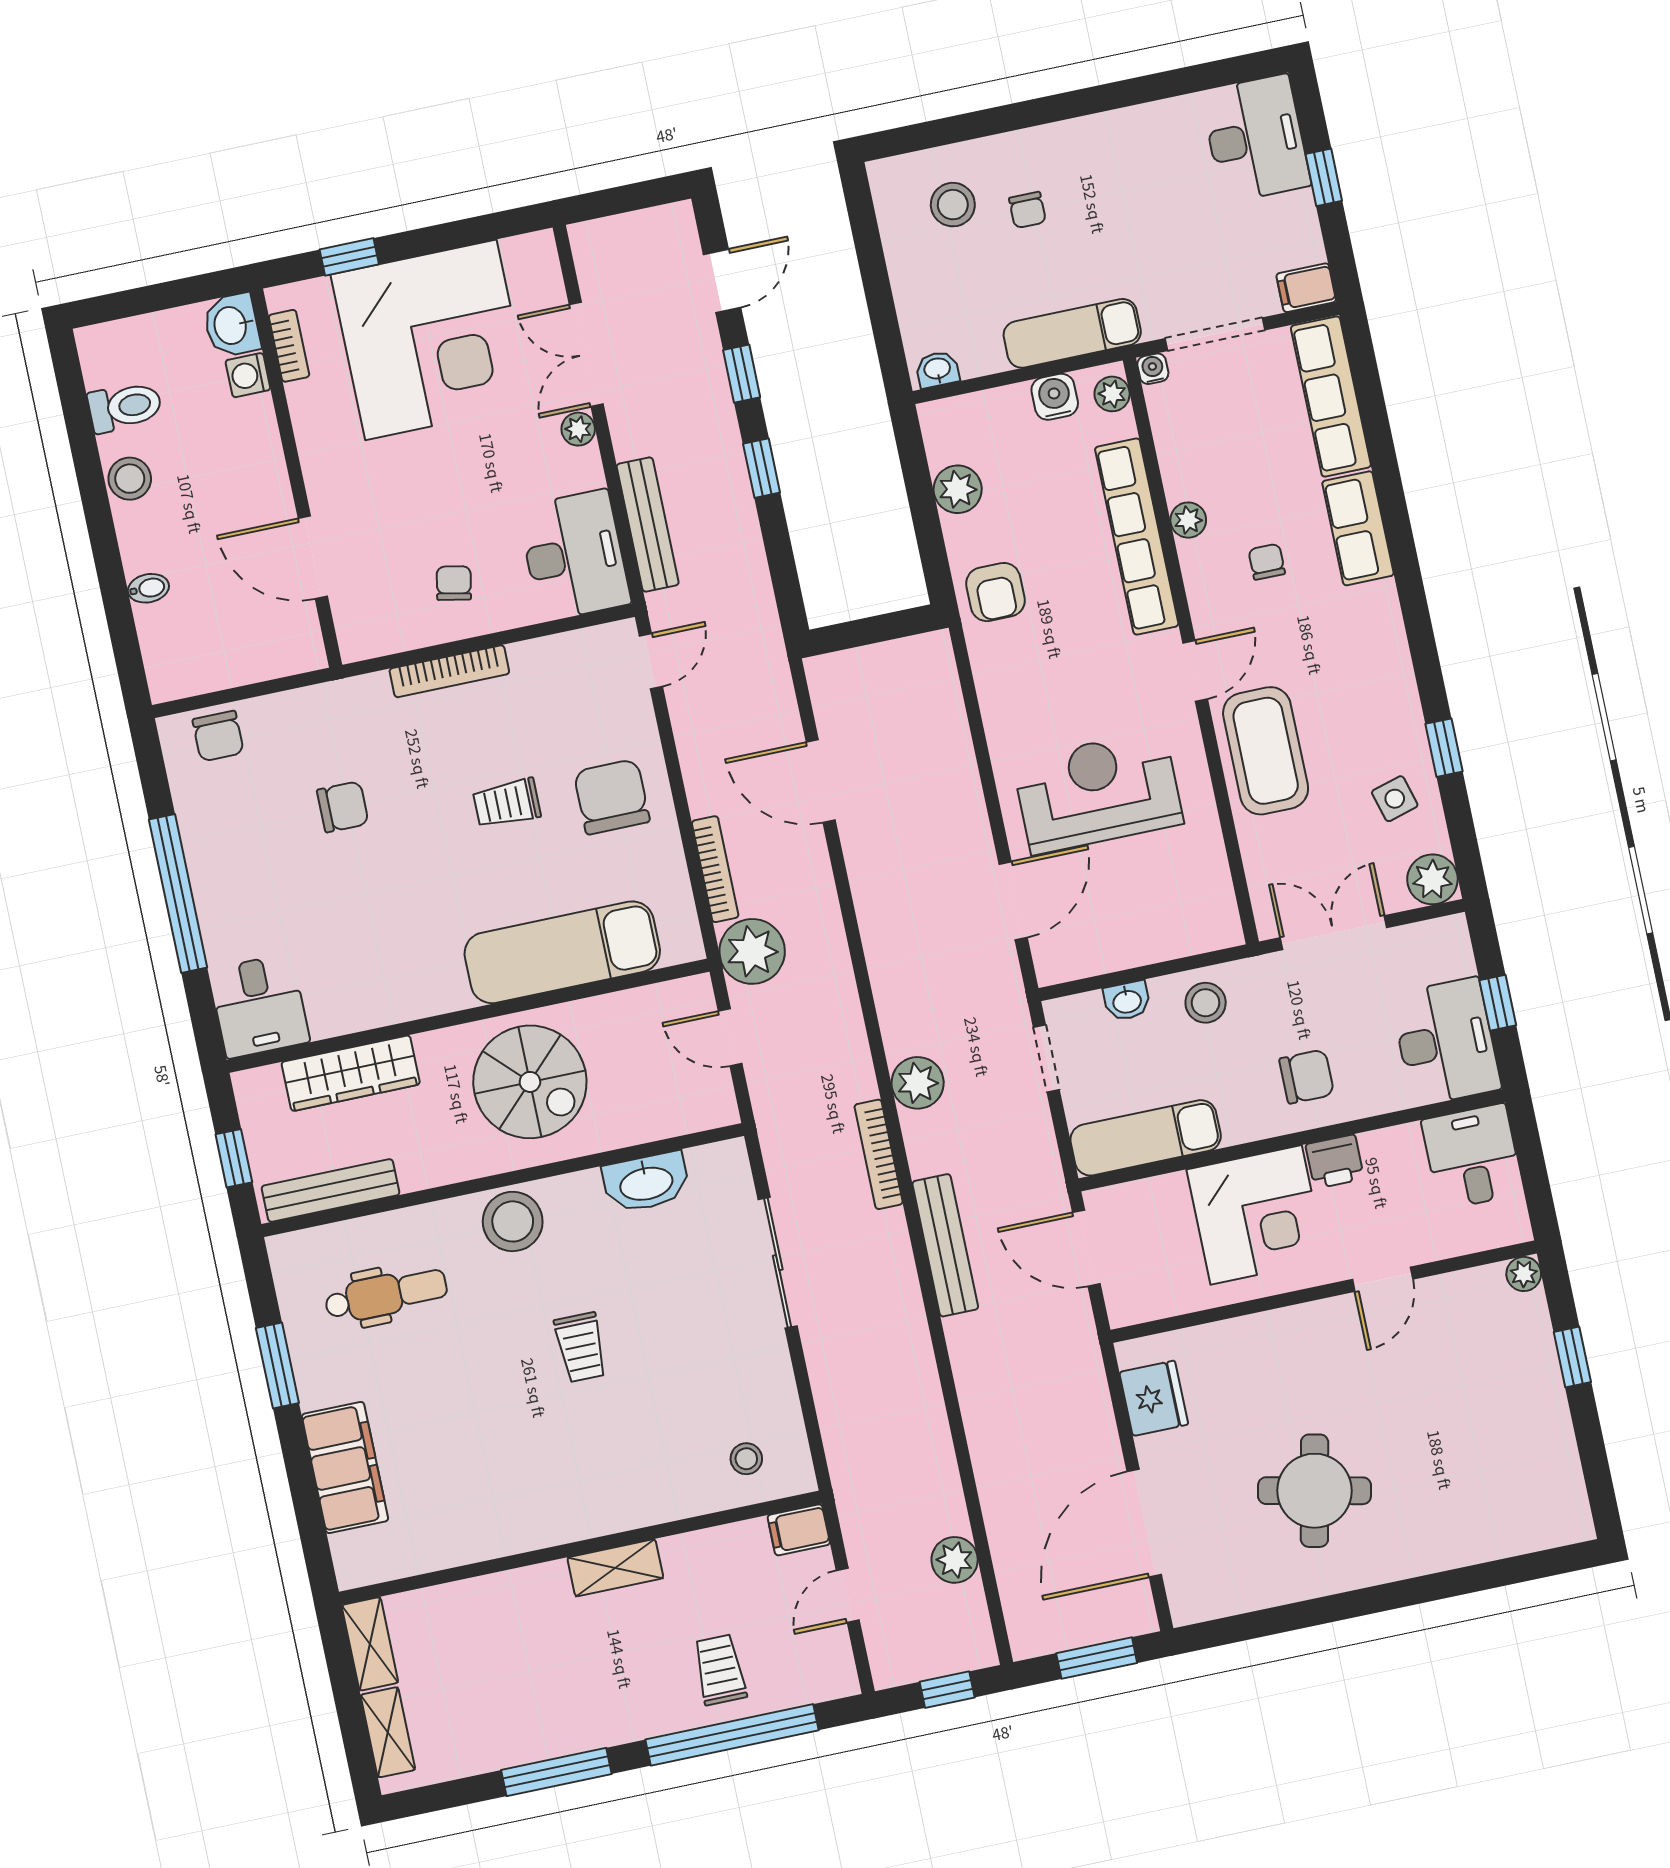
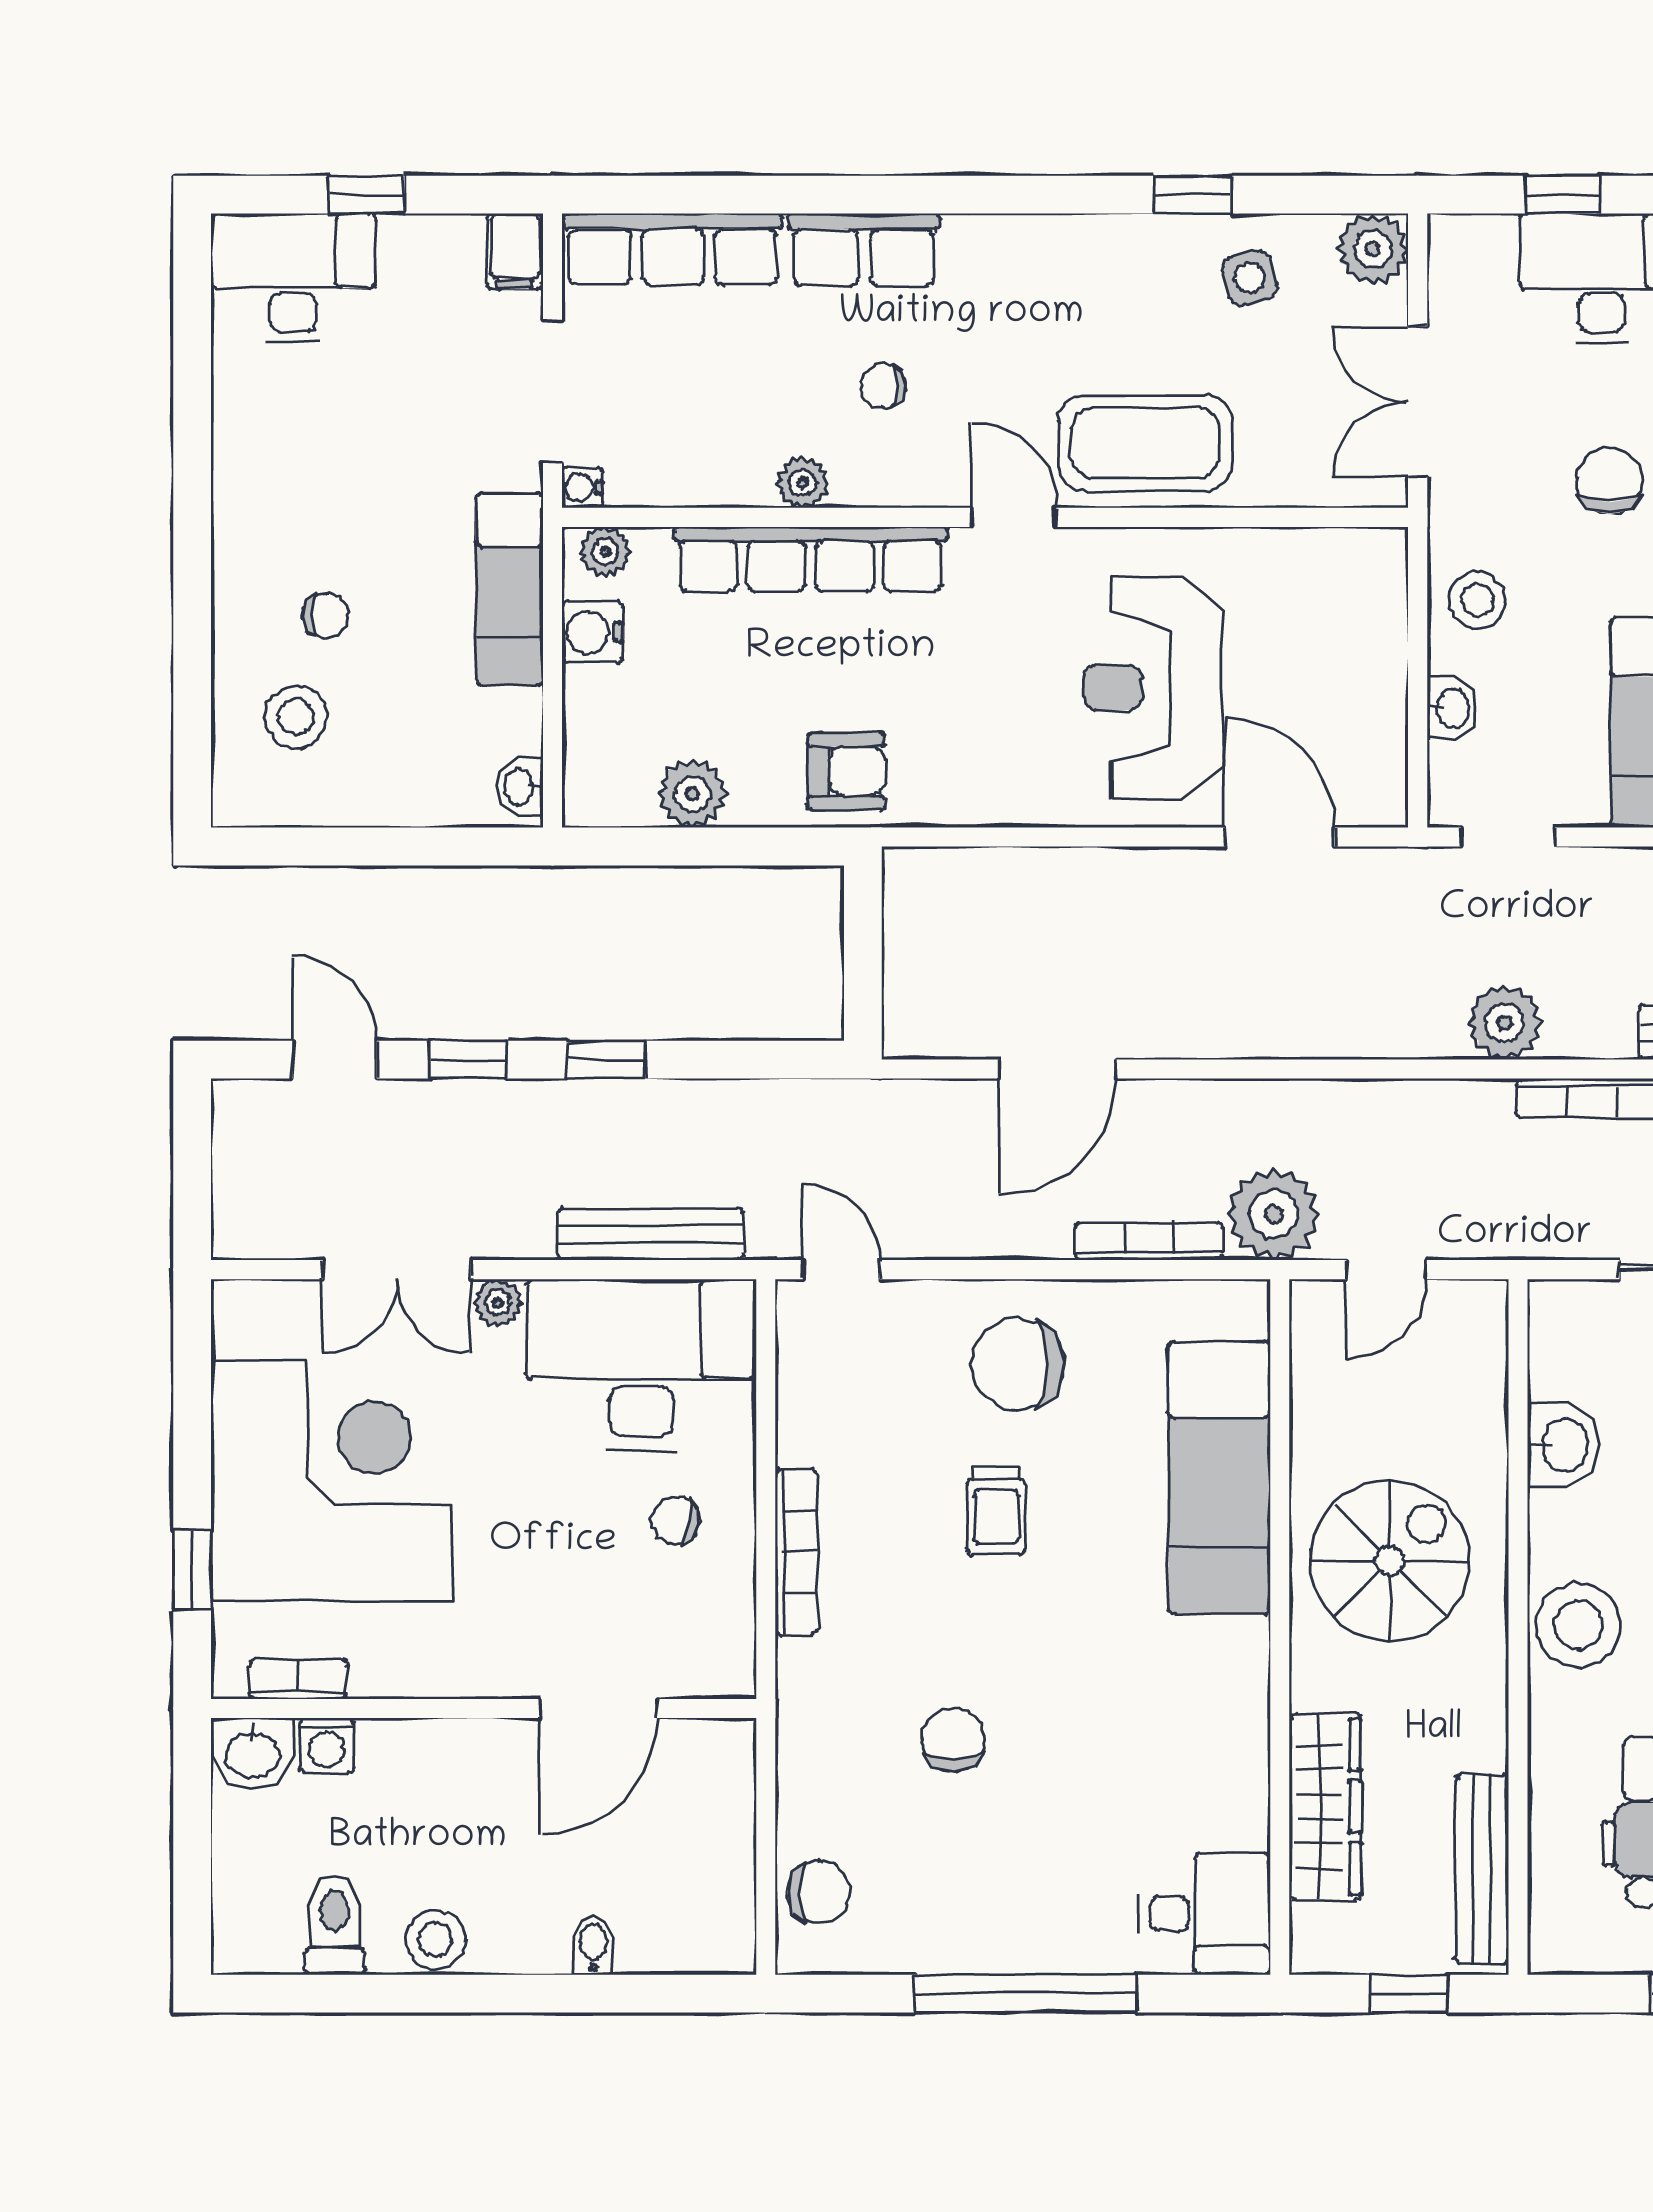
desk: (574, 555) -> (641, 1365), width x1.36, depth x1.30
washbasin: (646, 1182) -> (1563, 1445), width x0.72

